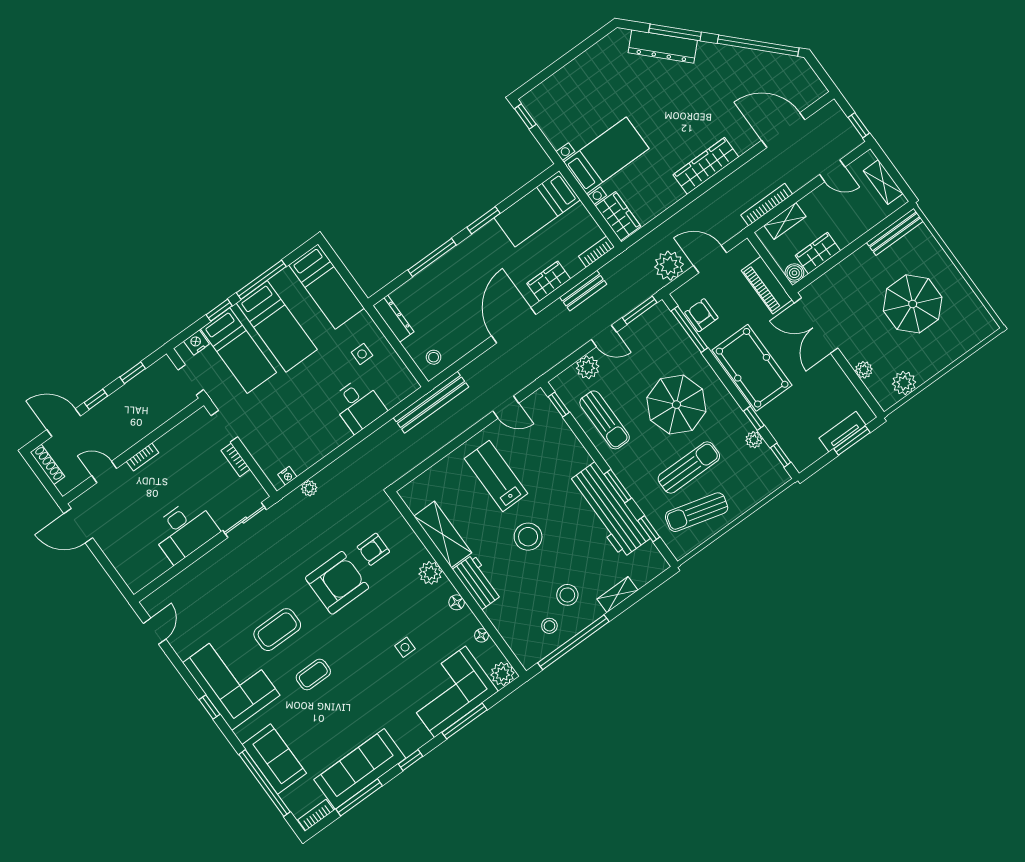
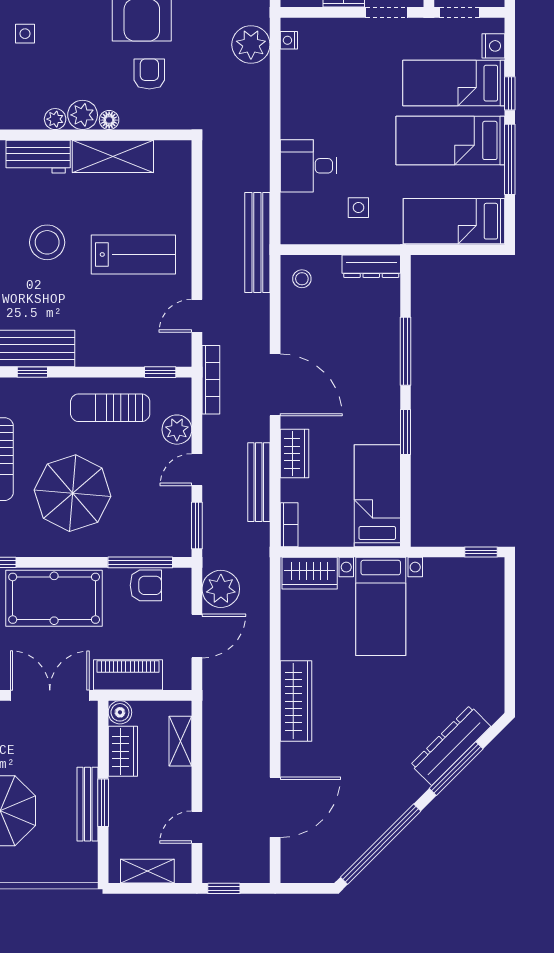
bookcase: (767, 205) -> (211, 380), moved
bench: (895, 232) -> (87, 804), moved
window: (860, 242) -> (103, 803), added
bench: (583, 291) -> (259, 482), width x1.36
window: (618, 486) -> (32, 372), width x0.67
plant: (309, 488) -> (251, 45), width x1.88, depth x1.88
plant: (446, 589) -> (55, 119), added
floor lamp: (457, 602) -> (109, 120), moved

